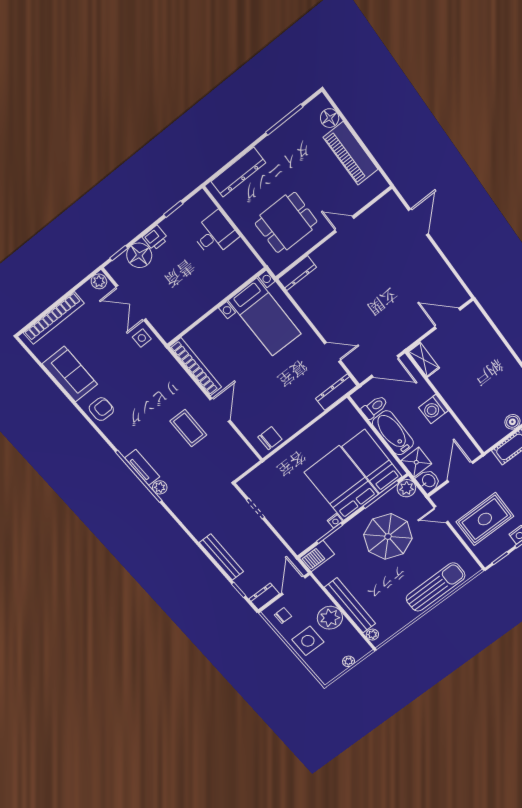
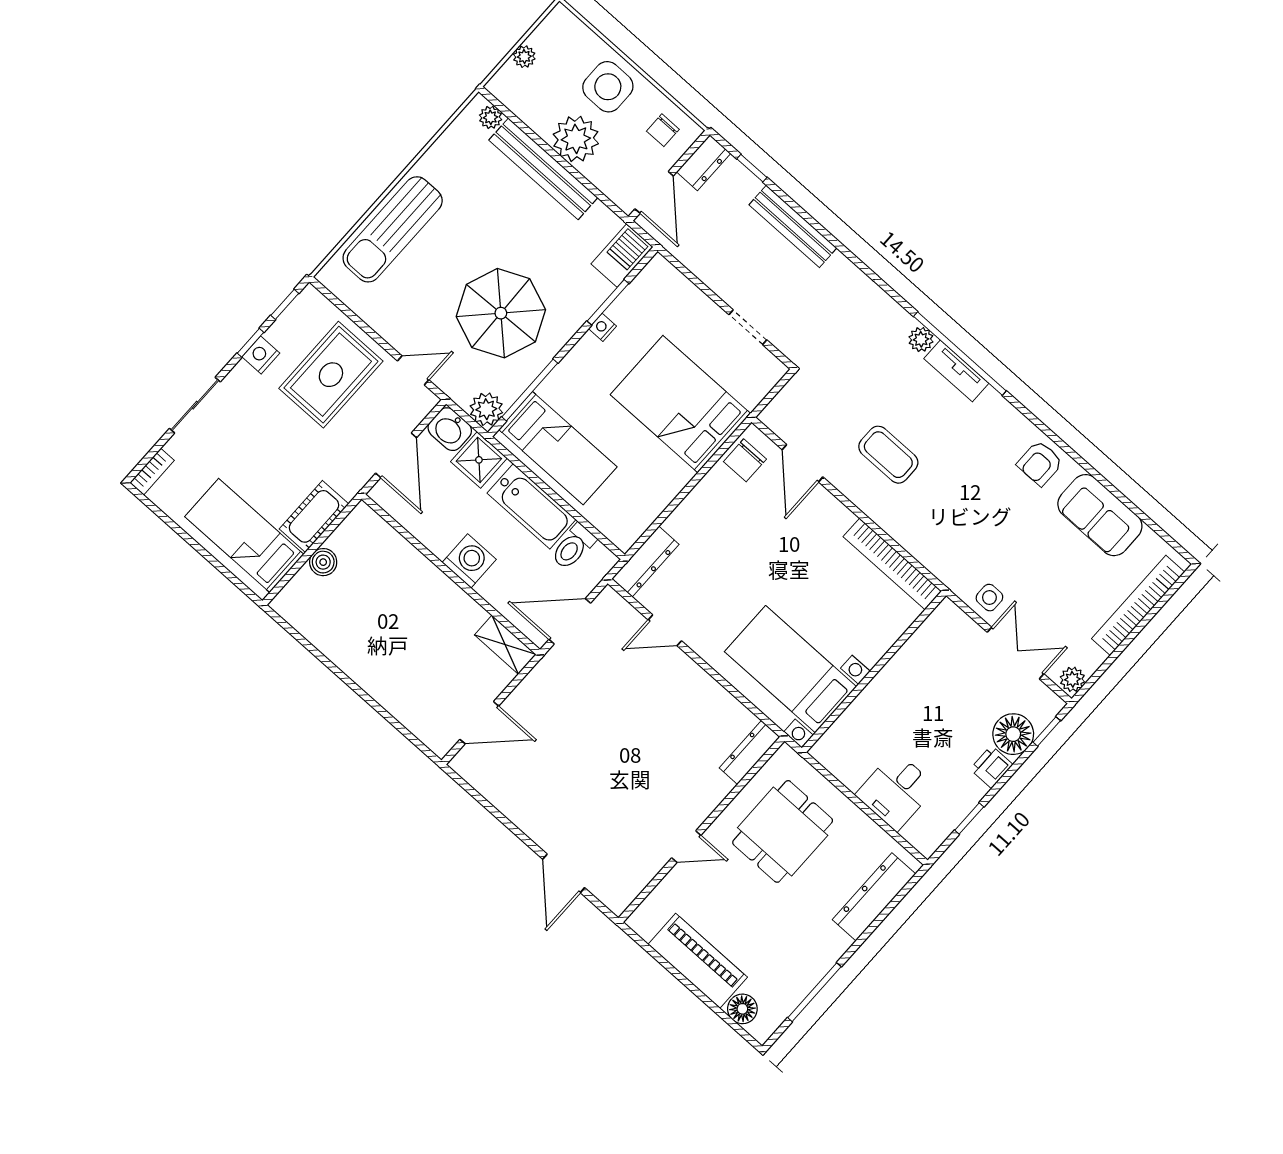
door: (220, 410) -> (803, 463), moved
bed: (341, 483) -> (680, 404), moved, turned 180

